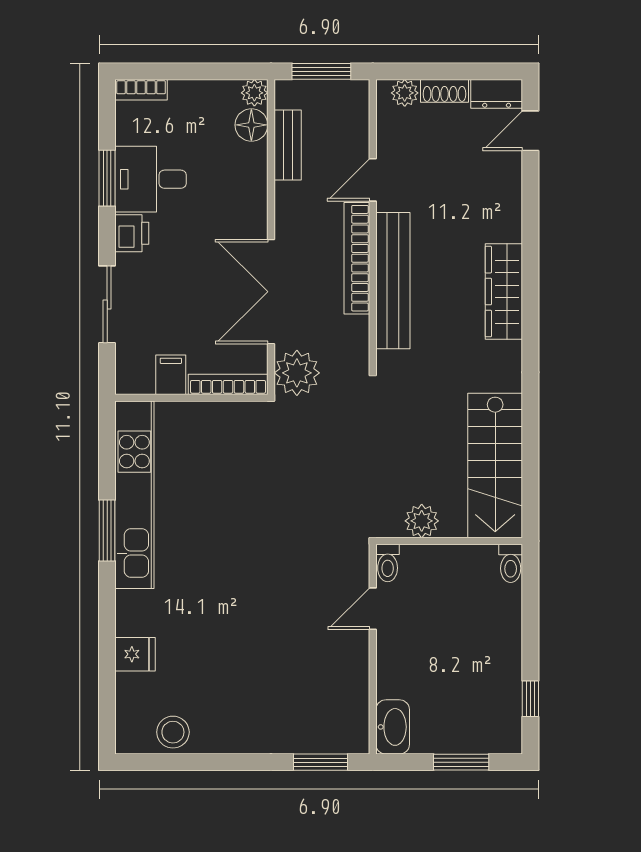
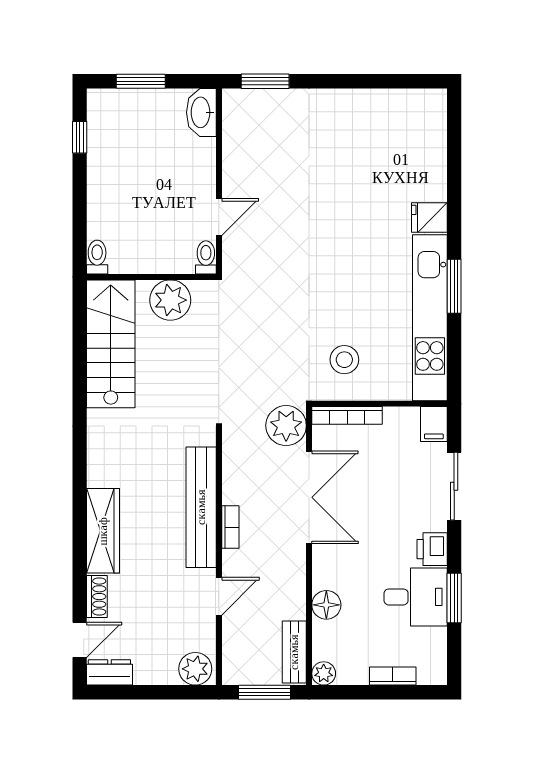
bookcase: (141, 90) -> (393, 676), moved
shoe rack: (444, 91) -> (97, 597), moved, turned 90
plant: (405, 93) -> (195, 669), width x1.38, depth x1.38
floor lamp: (251, 125) -> (326, 605), moved
bench: (288, 145) -> (294, 652), moved
bookcase: (357, 258) -> (230, 527), width x0.43, depth x0.76
wardrobe: (504, 292) -> (103, 531), moved
filing cabinet: (171, 375) -> (434, 424), moved
plant: (422, 521) -> (170, 300), width x1.36, depth x1.36
fridge: (135, 654) -> (429, 218), moved
stool: (173, 732) -> (344, 360), moved

